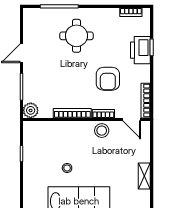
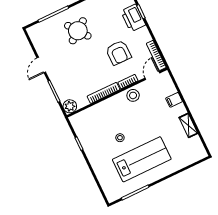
round table: (76, 36) -> (78, 31), turned -37
door: (132, 119) -> (152, 76), swing flipped
filing cabinet: (142, 156) -> (174, 100), added
shelving: (144, 176) -> (188, 125), moved

